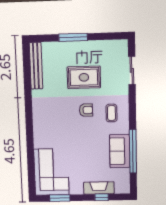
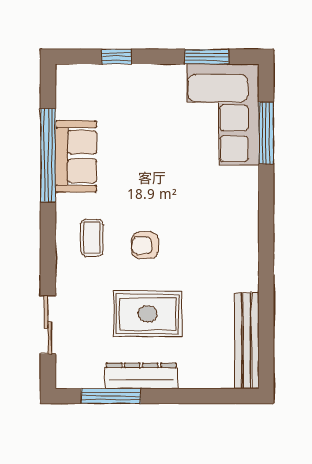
window: (73, 37) -> (111, 396), moved
dresser: (86, 47) -> (141, 376), added
window: (31, 164) -> (266, 133), added
fireplace: (99, 188) -> (122, 77), removed

